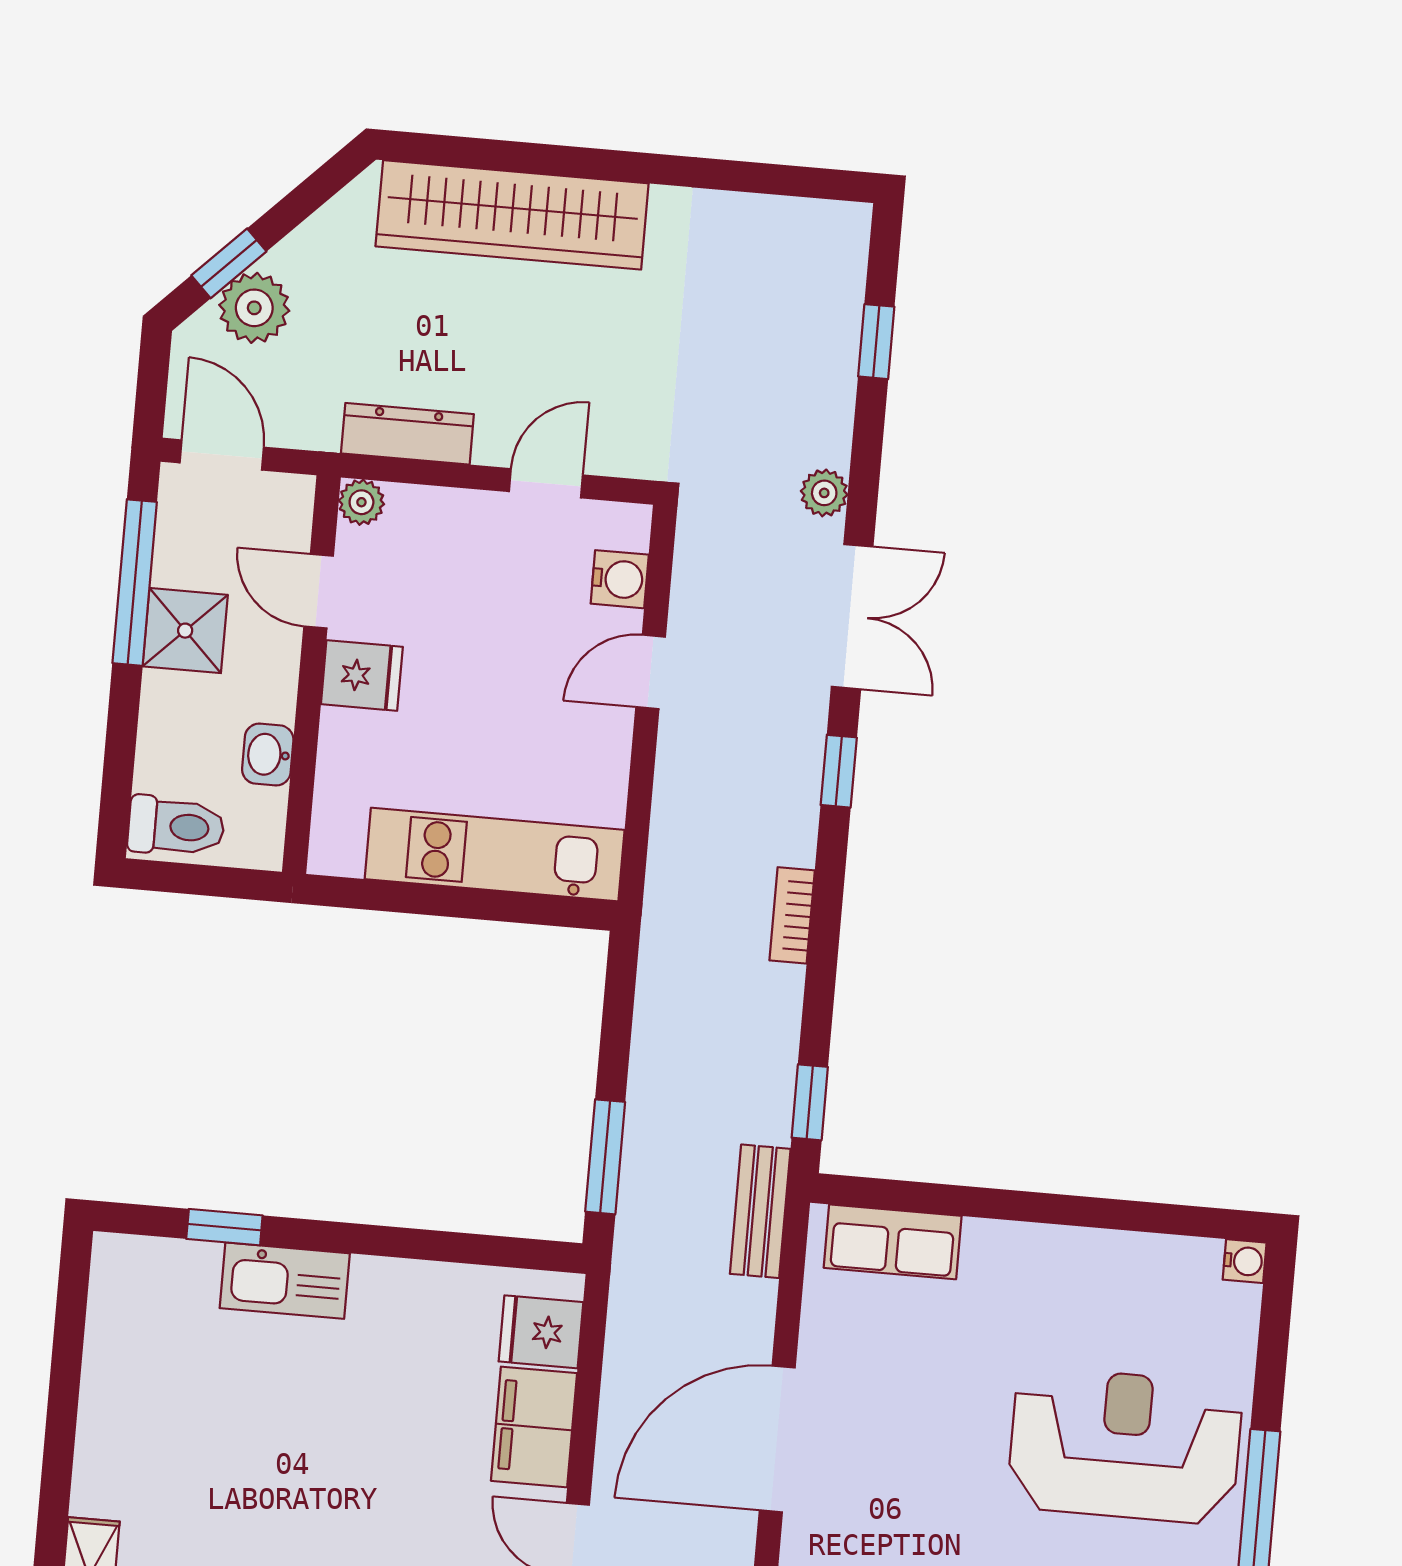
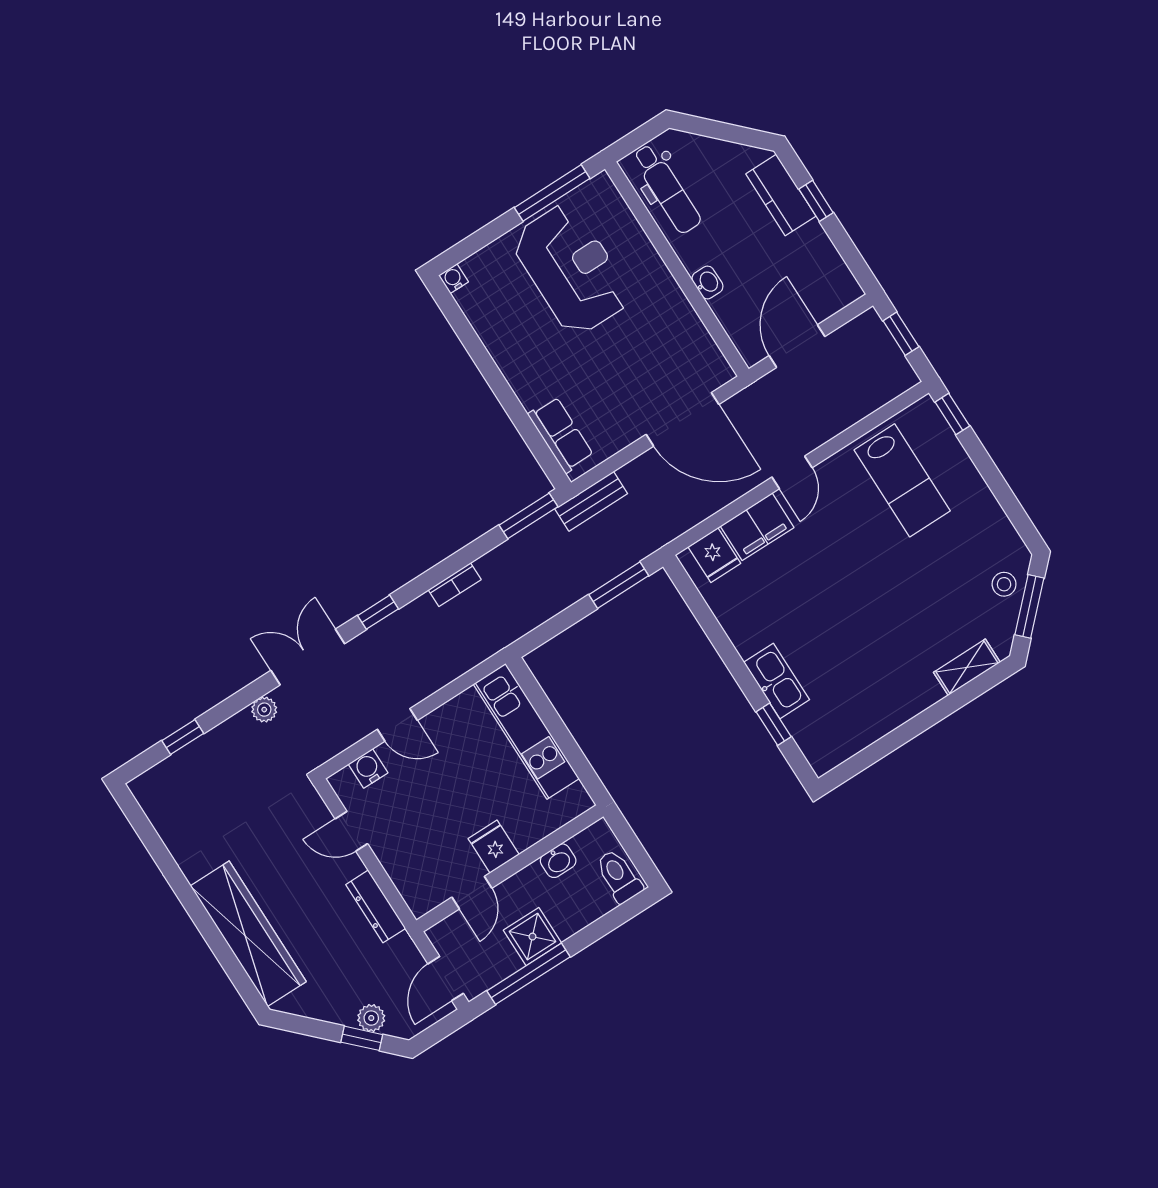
plant: (254, 308) -> (371, 1018), width x0.73, depth x0.73
plant: (361, 502) -> (420, 904), removed
window: (810, 1102) -> (528, 516), width x1.50
reception desk: (1125, 1446) -> (571, 269), turned 180

